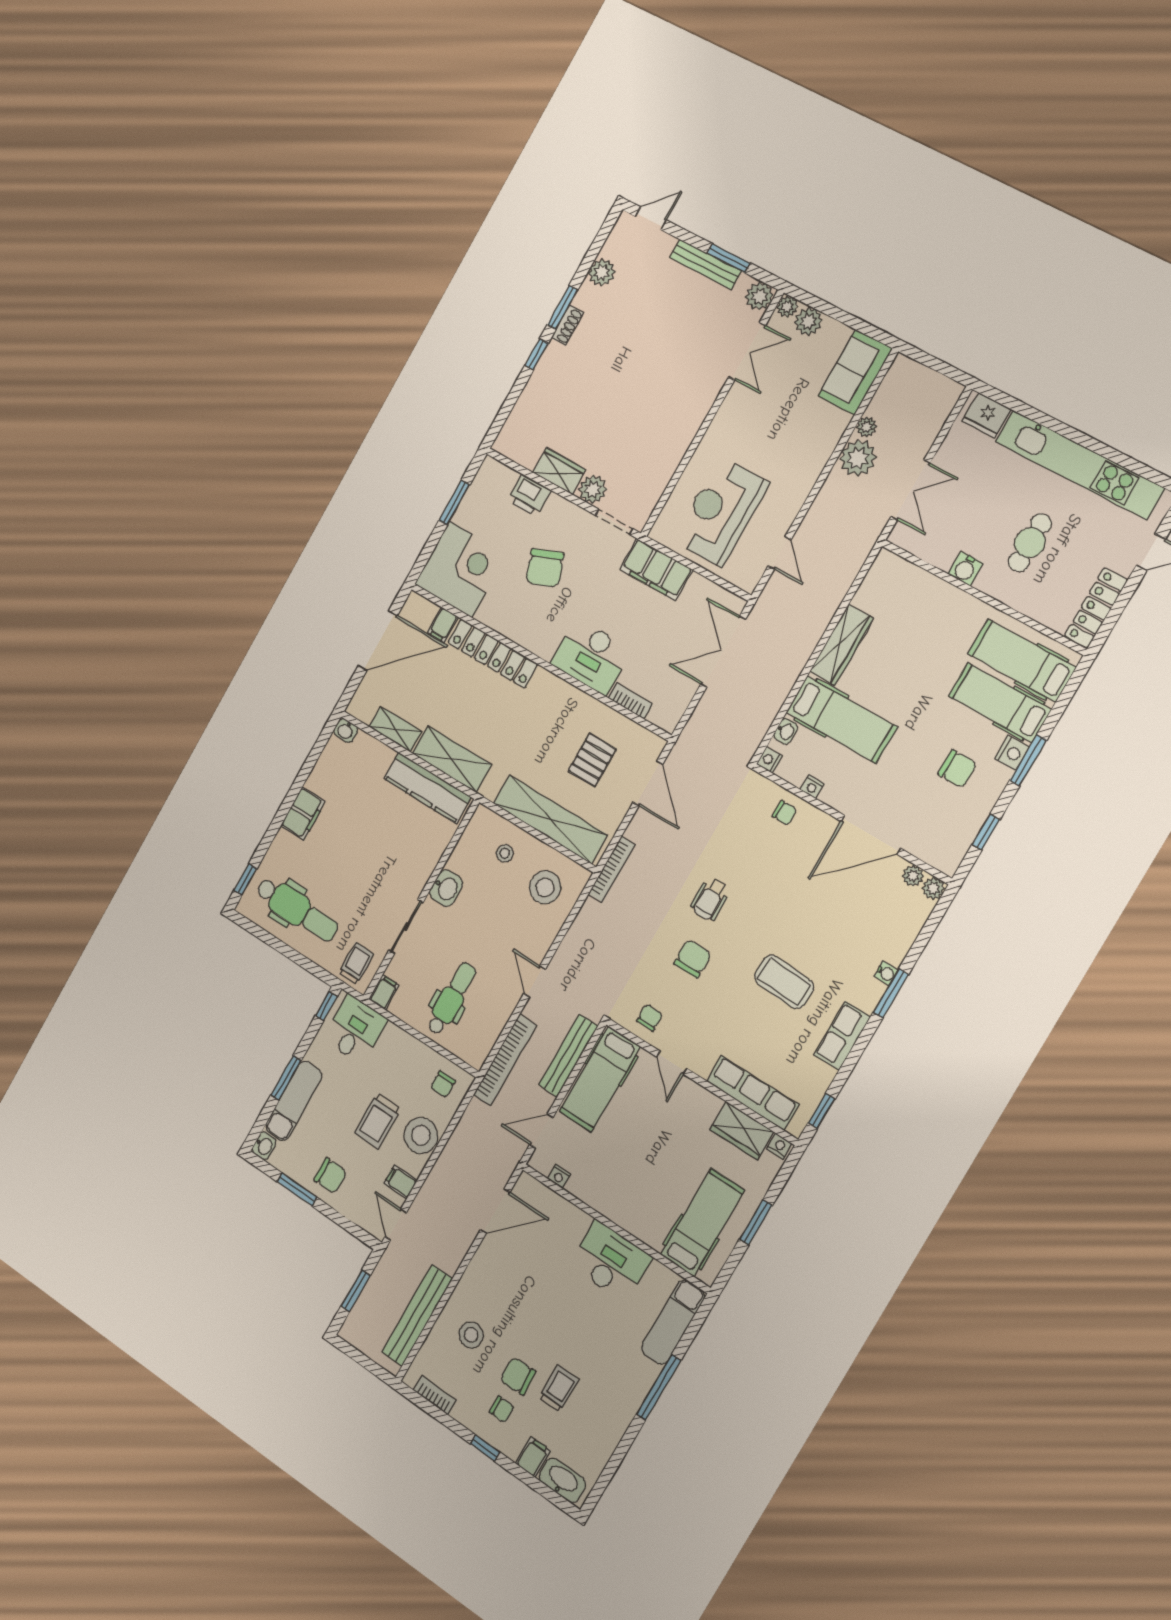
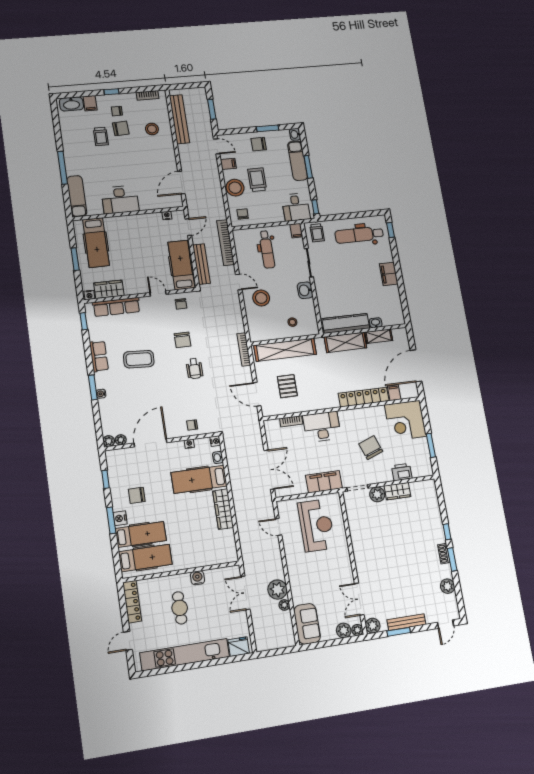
washbasin: (346, 730) -> (376, 323), moved
stool: (545, 887) -> (261, 298), moved
wheelchair: (710, 899) -> (194, 368), turned 180

